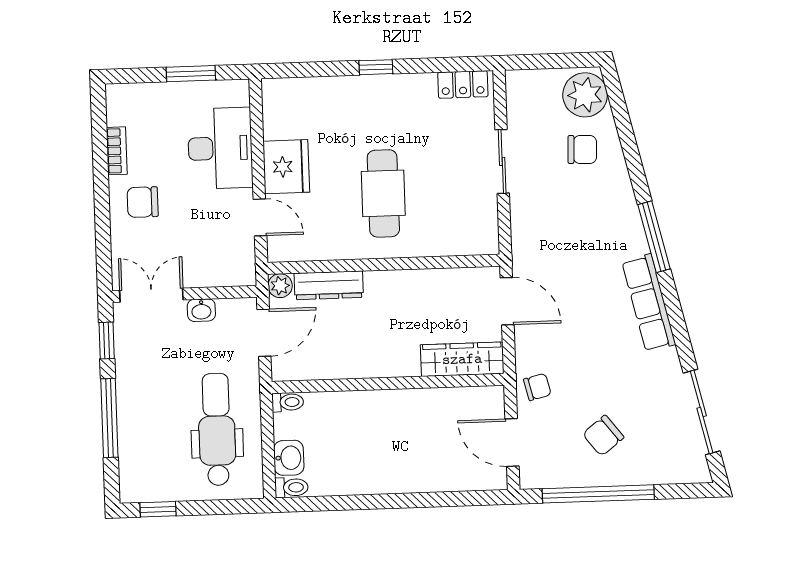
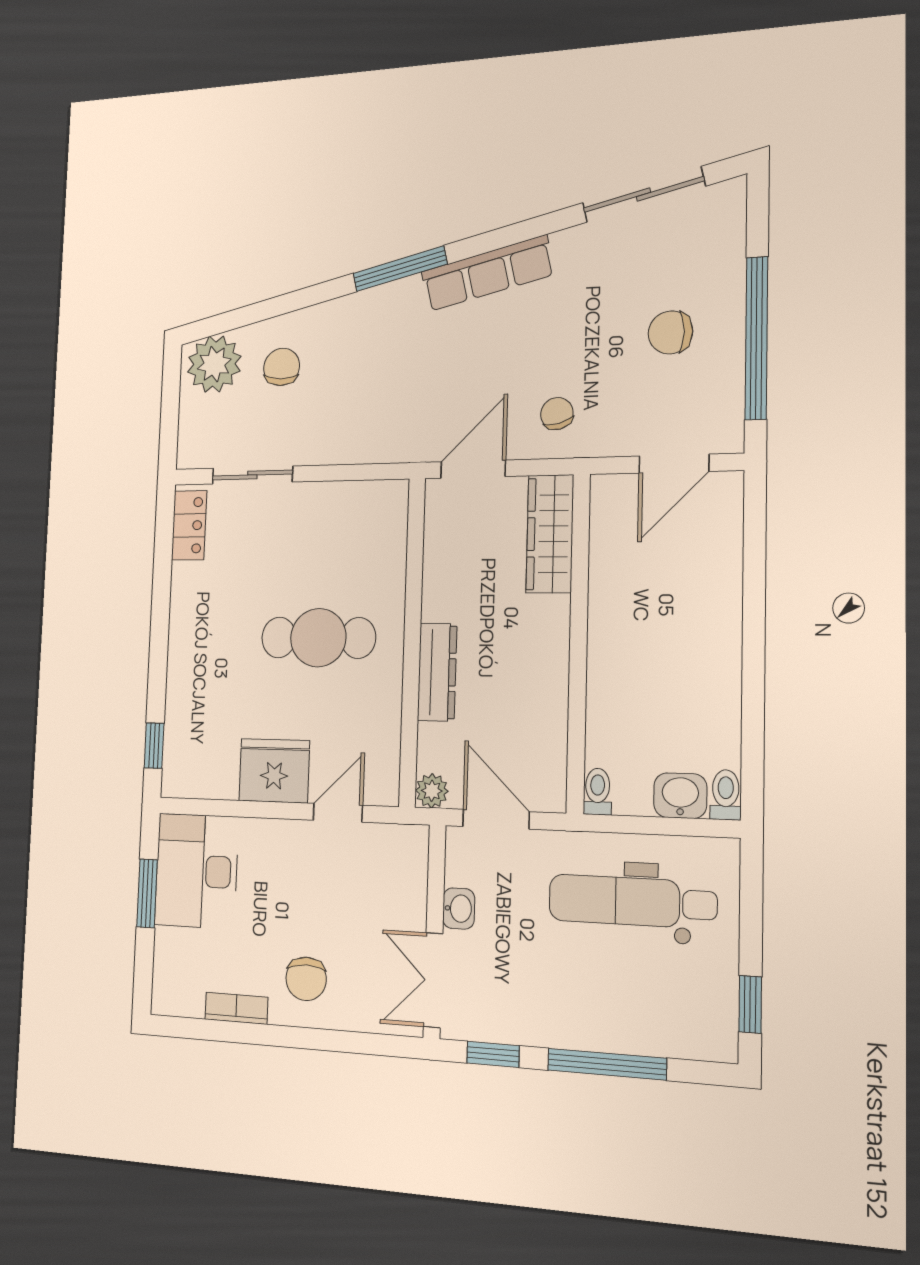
window: (376, 67) -> (154, 746), moved
desk: (220, 148) -> (197, 871), moved, turned -90
sliding door: (502, 161) -> (252, 475), moved
dresser: (329, 285) -> (437, 672), moved
chair: (537, 387) -> (557, 414), moved
chair: (603, 436) -> (670, 332), turned 128

